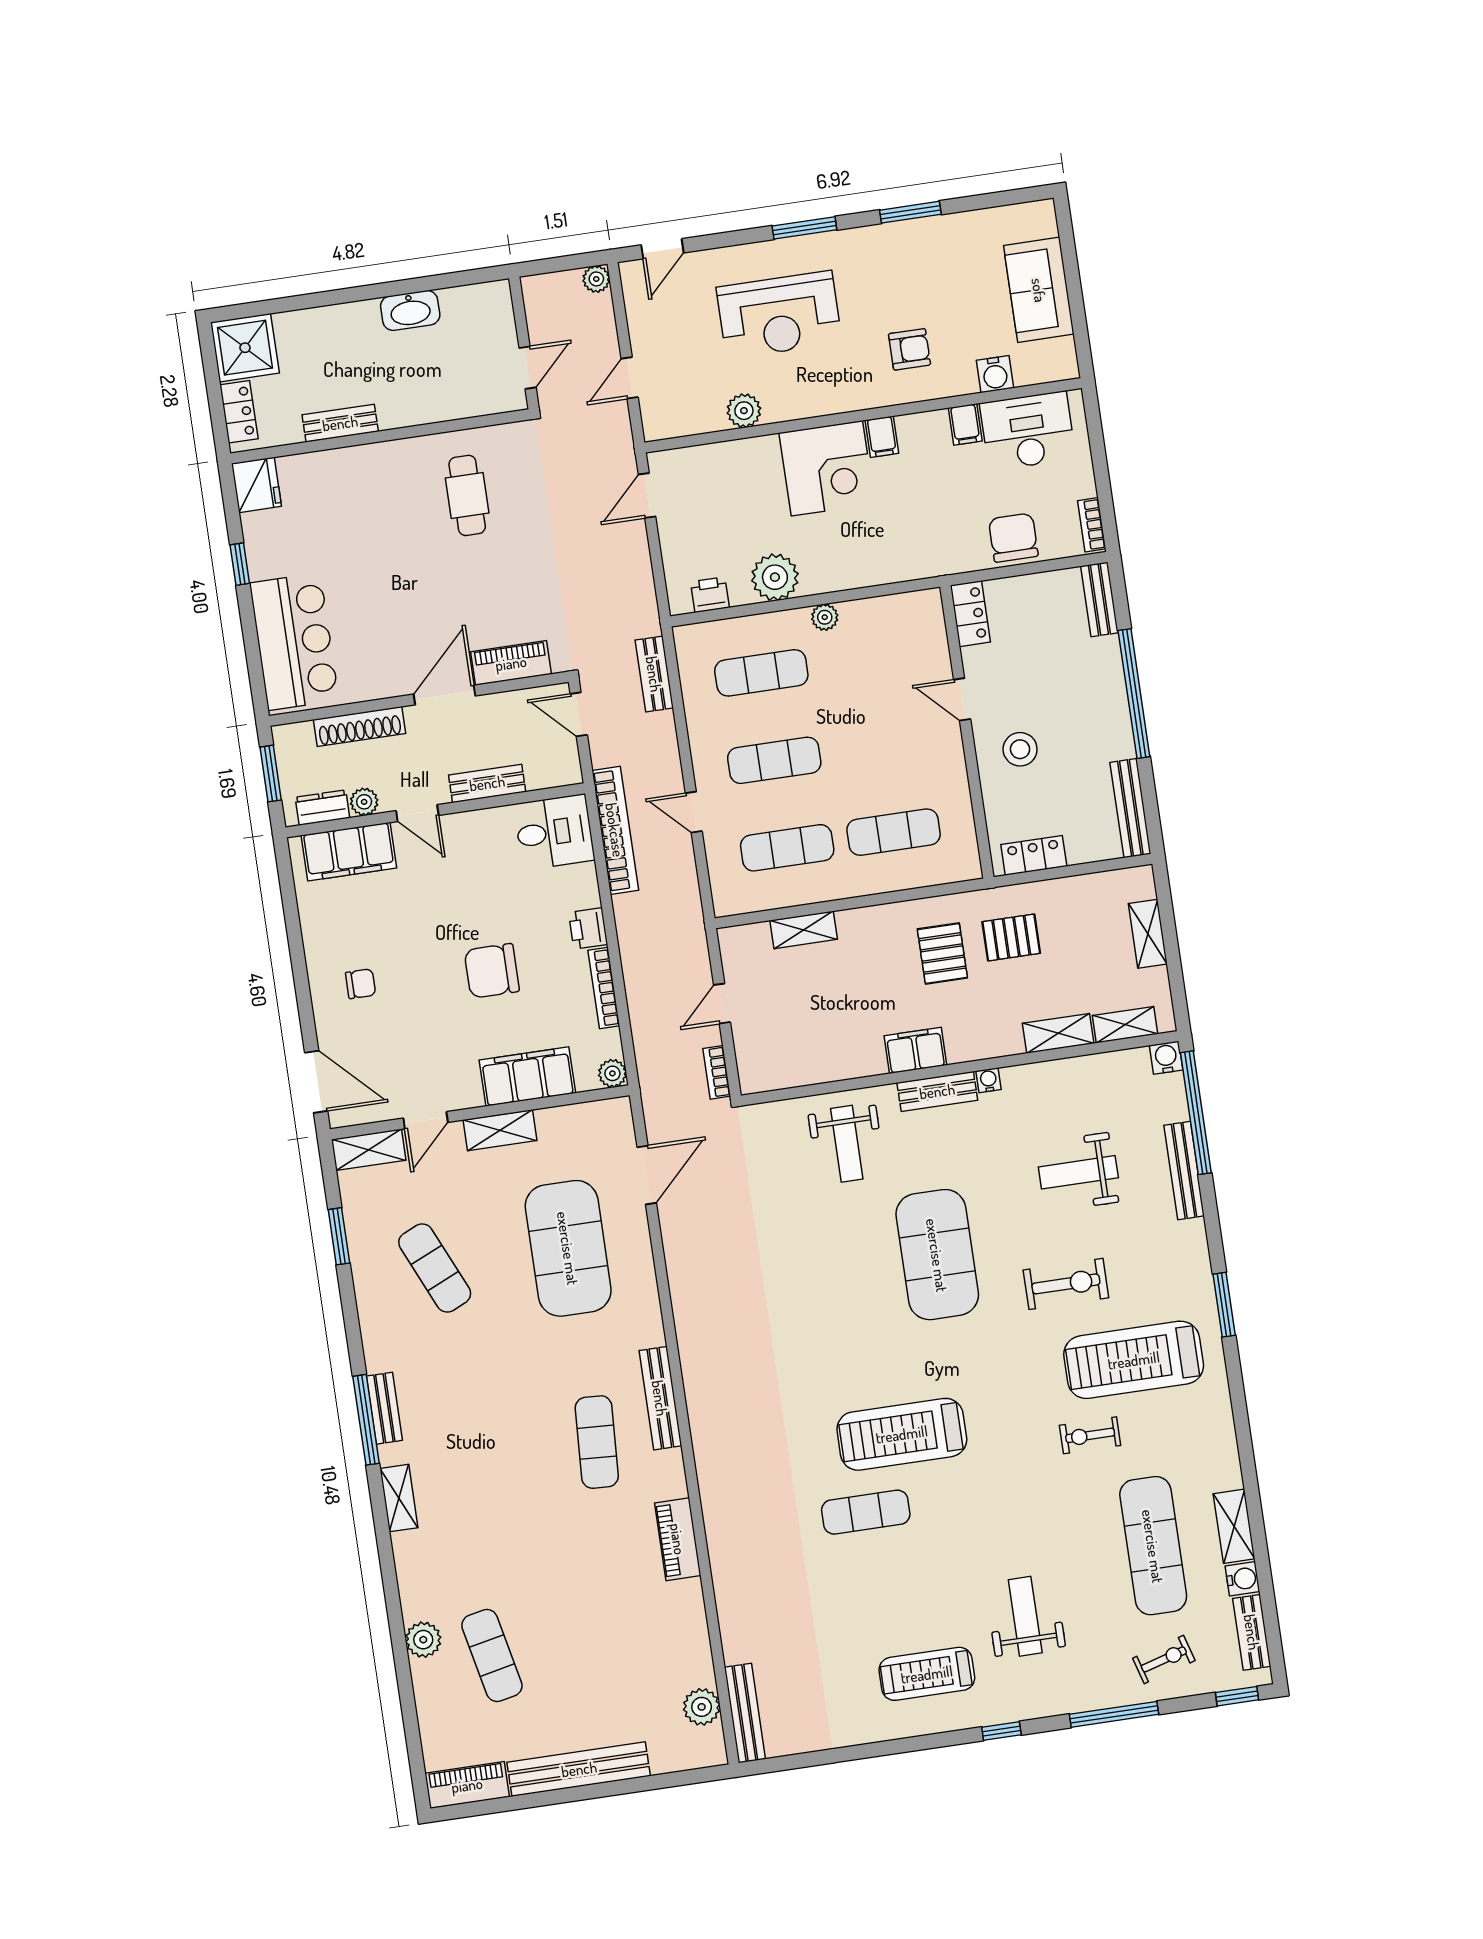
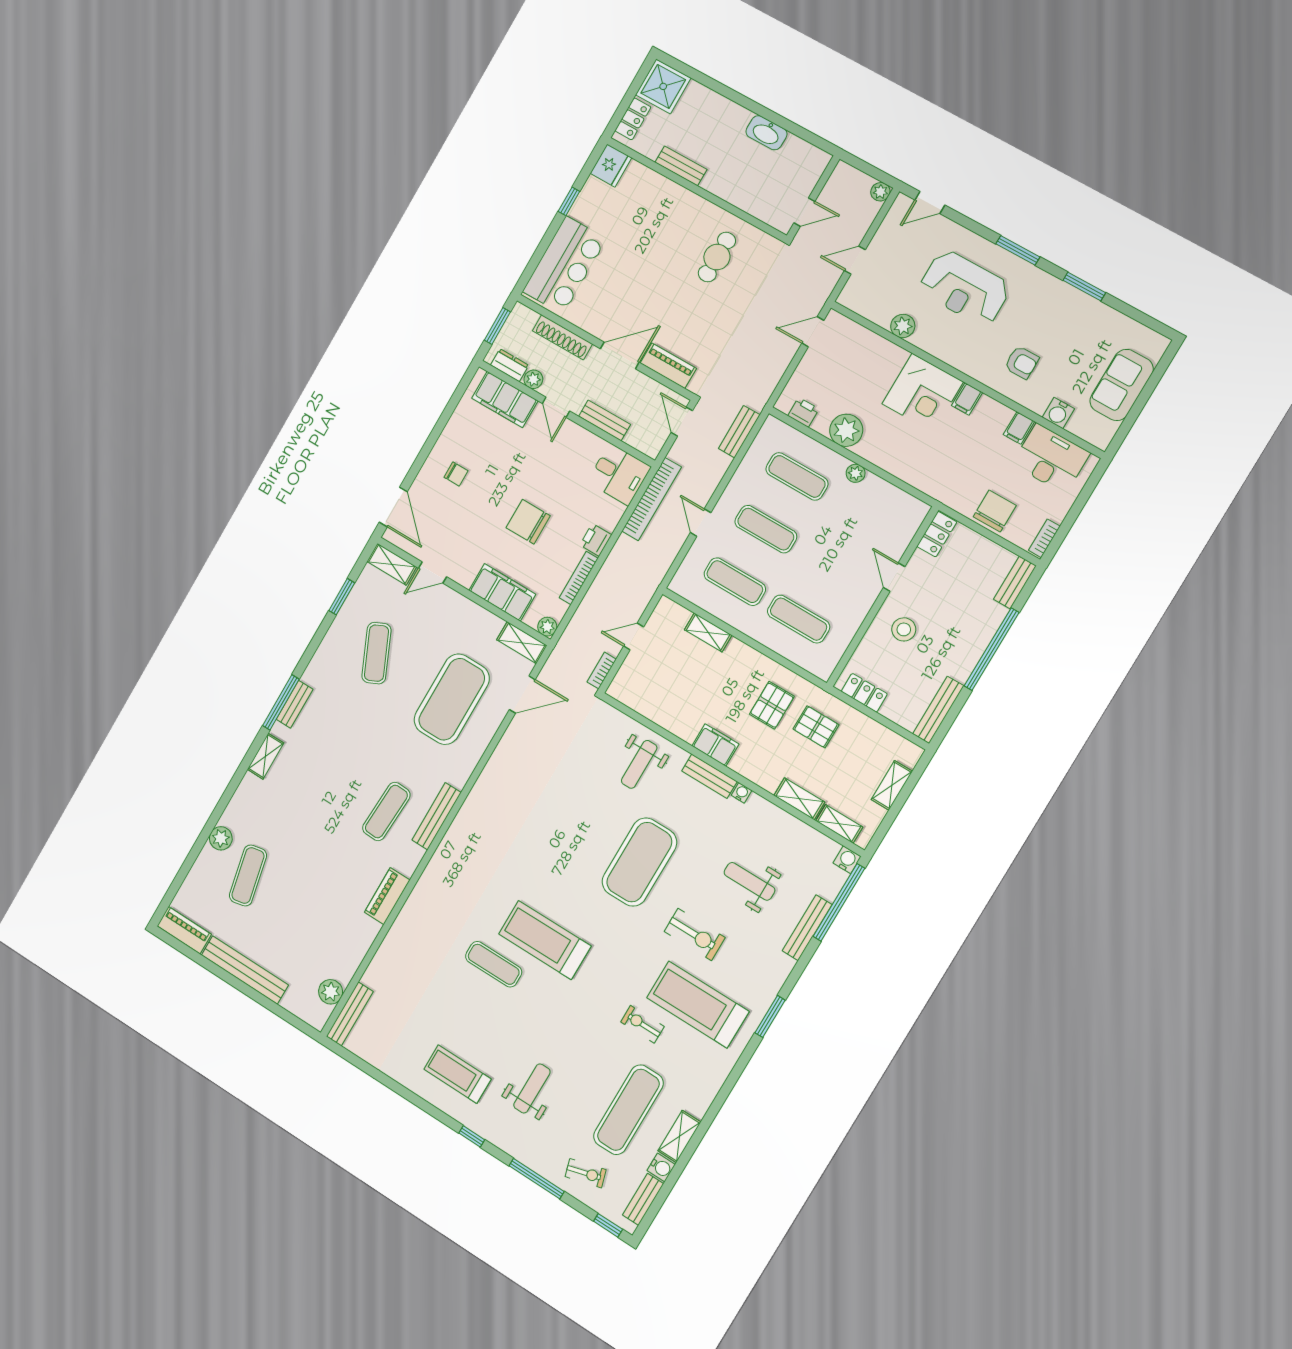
shelving: (500, 1130) -> (522, 643), moved

